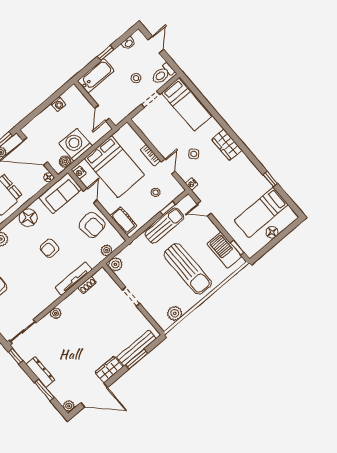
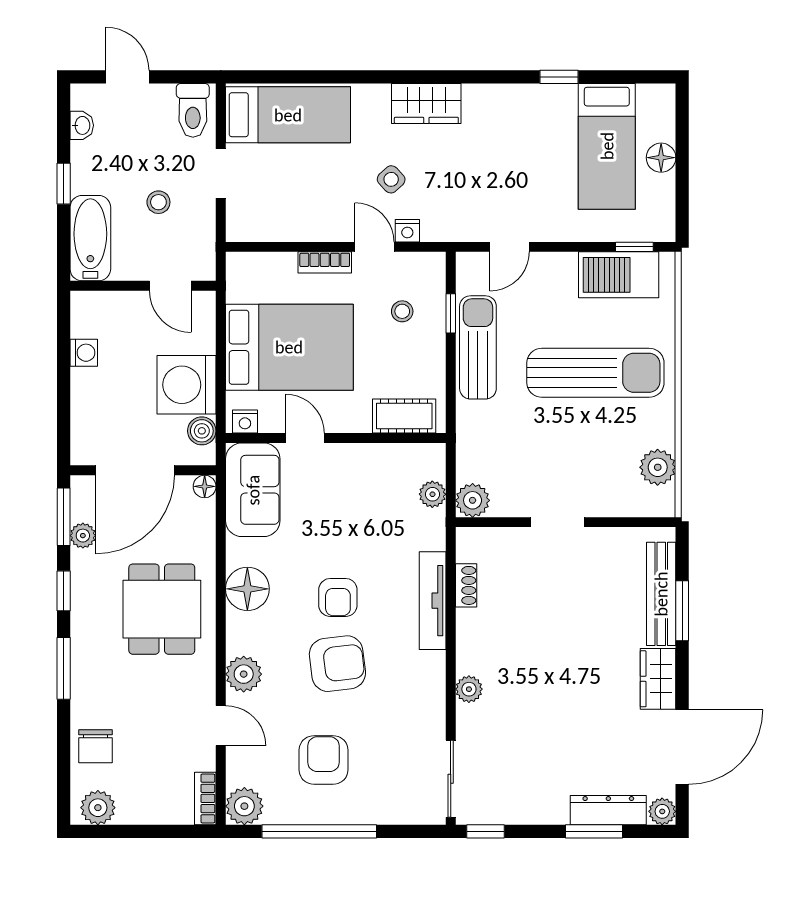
stool: (136, 78) -> (158, 202), moved
nightstand: (192, 184) -> (407, 231), moved
armchair: (92, 225) -> (337, 664), moved
dresser: (41, 372) -> (608, 810), moved

